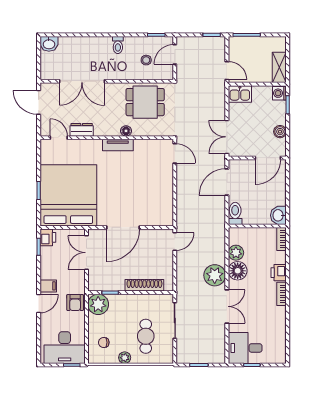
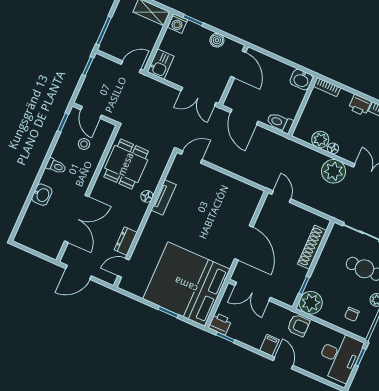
washbasin: (49, 44) -> (42, 195), moved
tv unit: (118, 145) -> (164, 197), moved
floor lamp: (238, 271) -> (333, 148), width x0.53, depth x0.53

